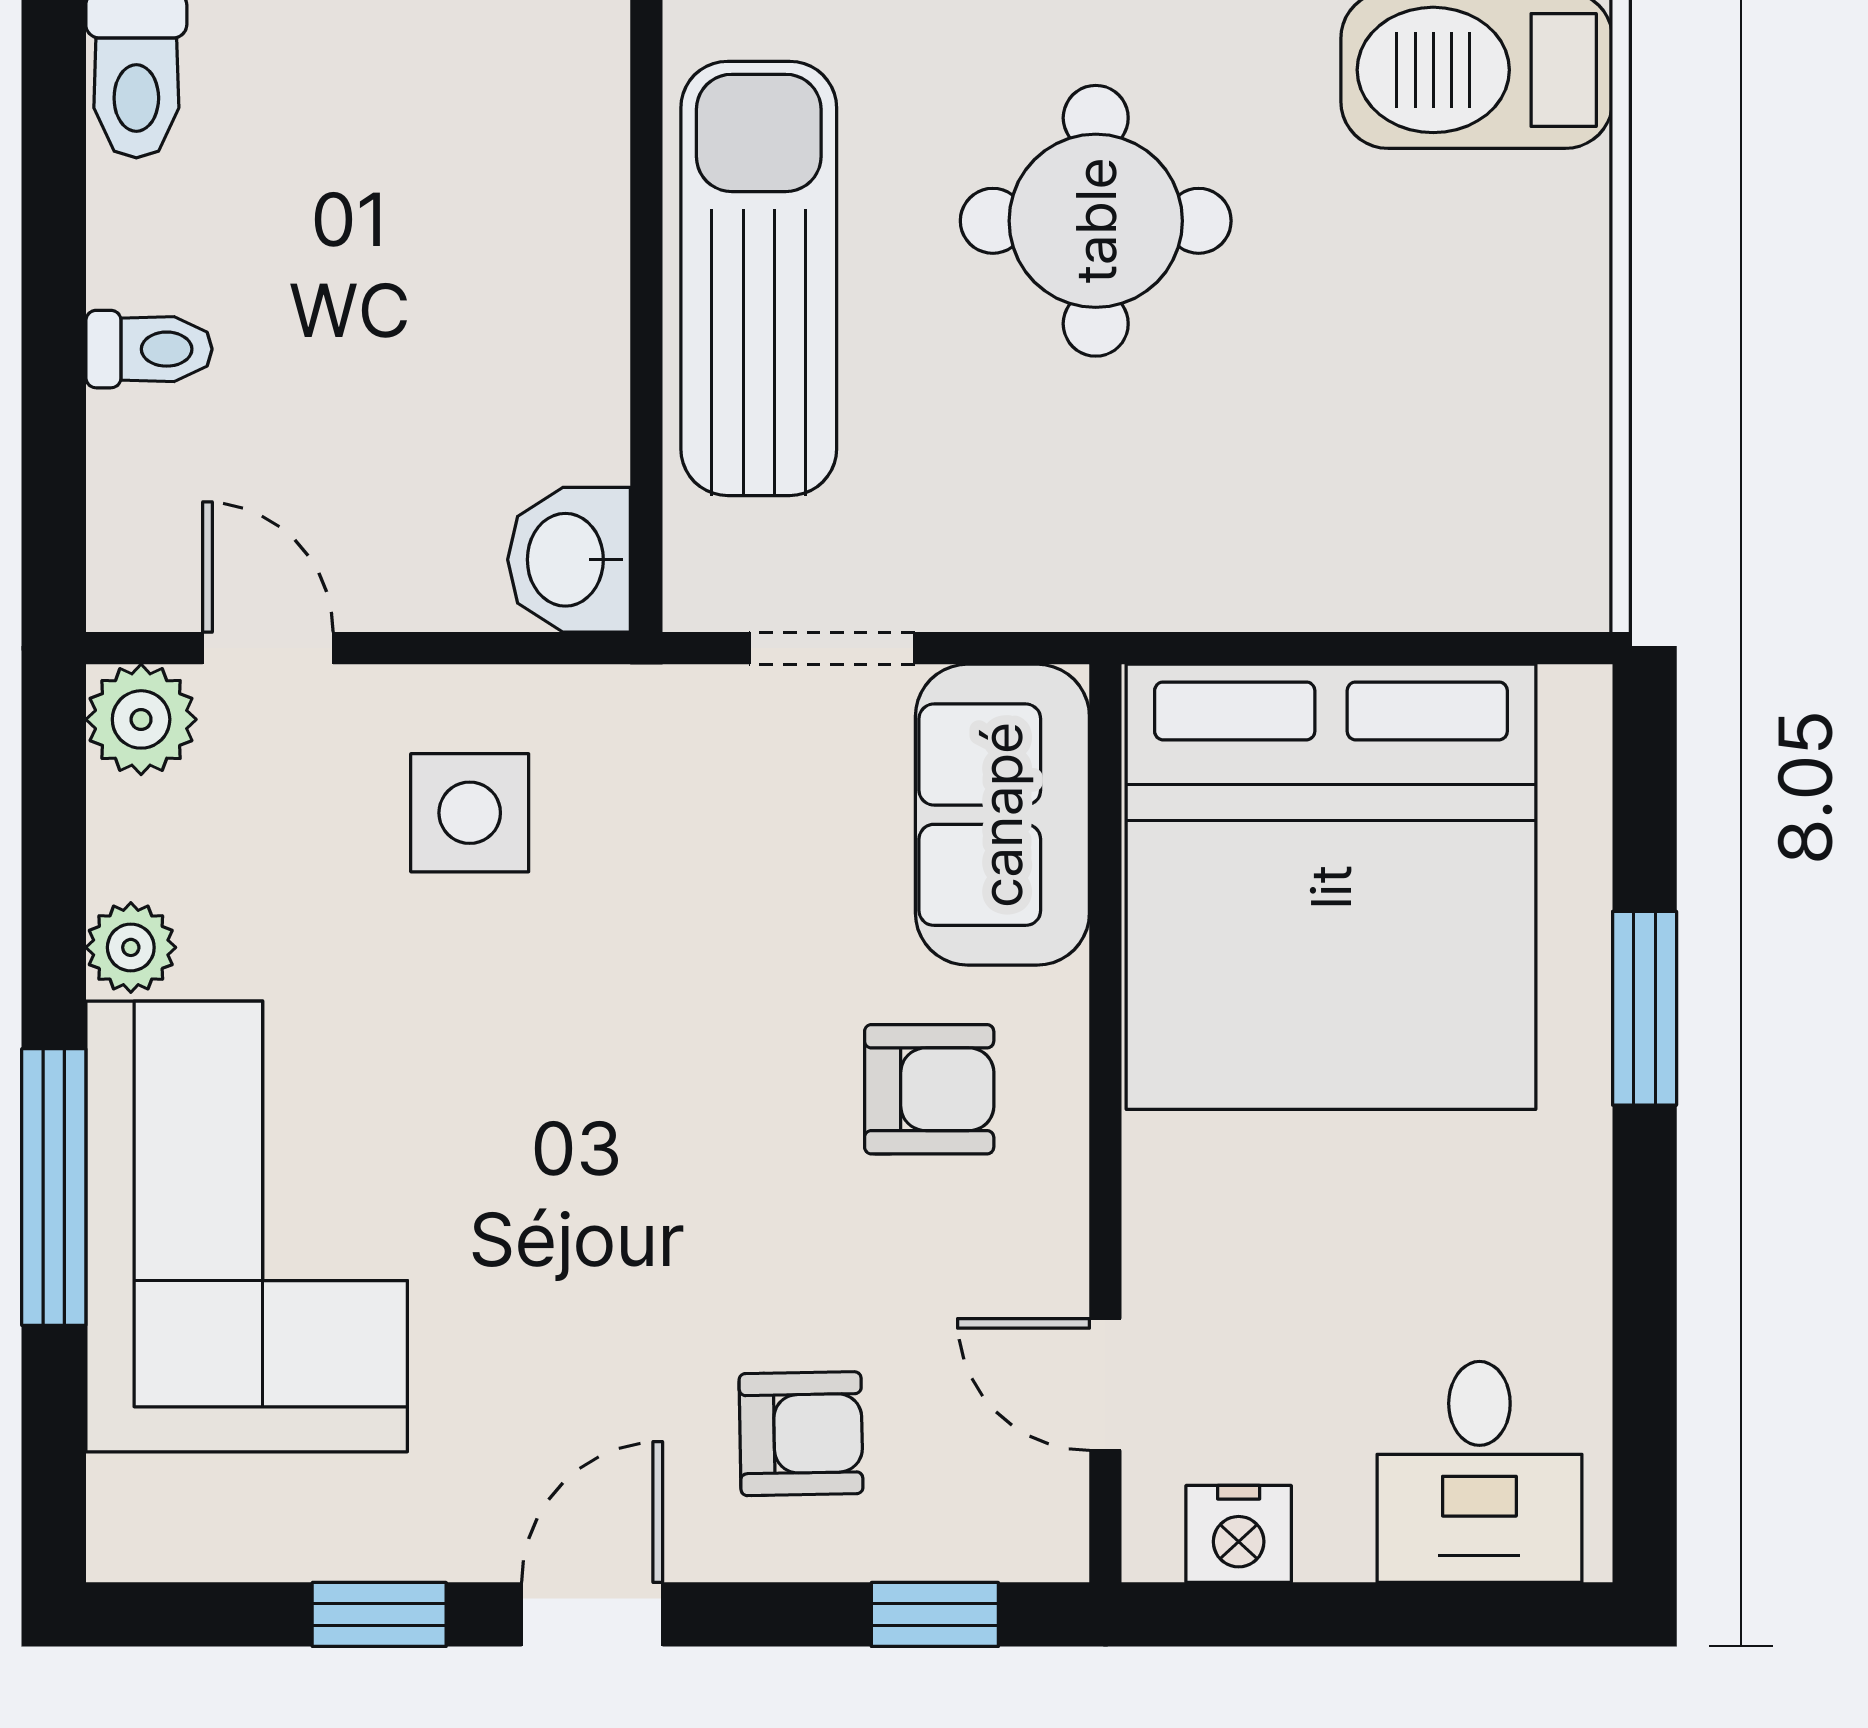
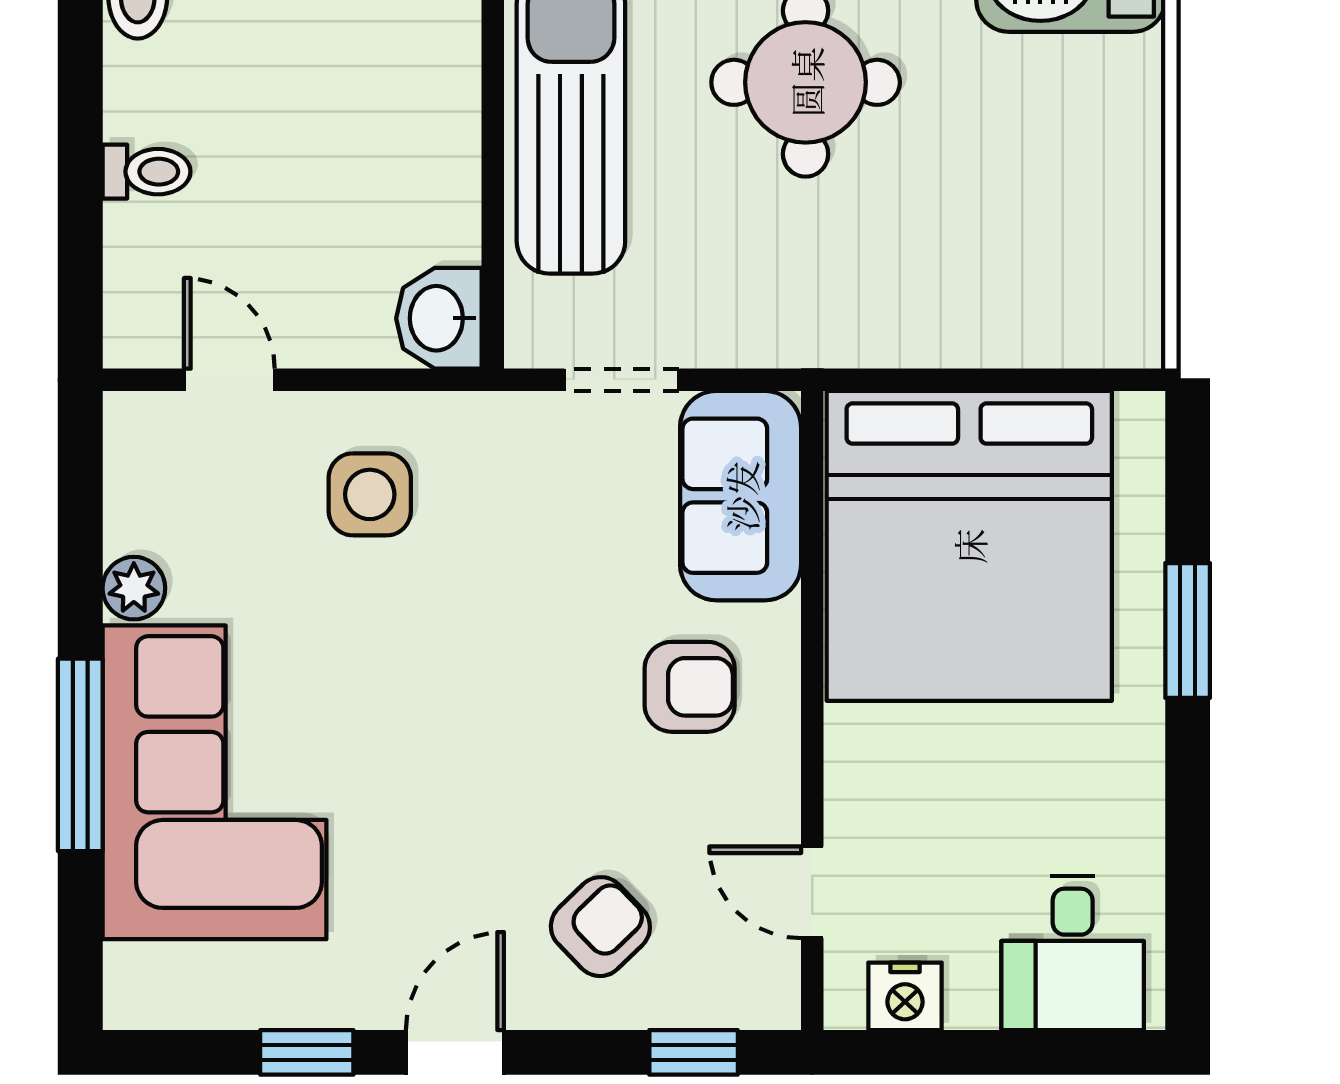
plant: (141, 719) -> (141, 429), removed
armchair: (801, 1434) -> (600, 927), turned -43

